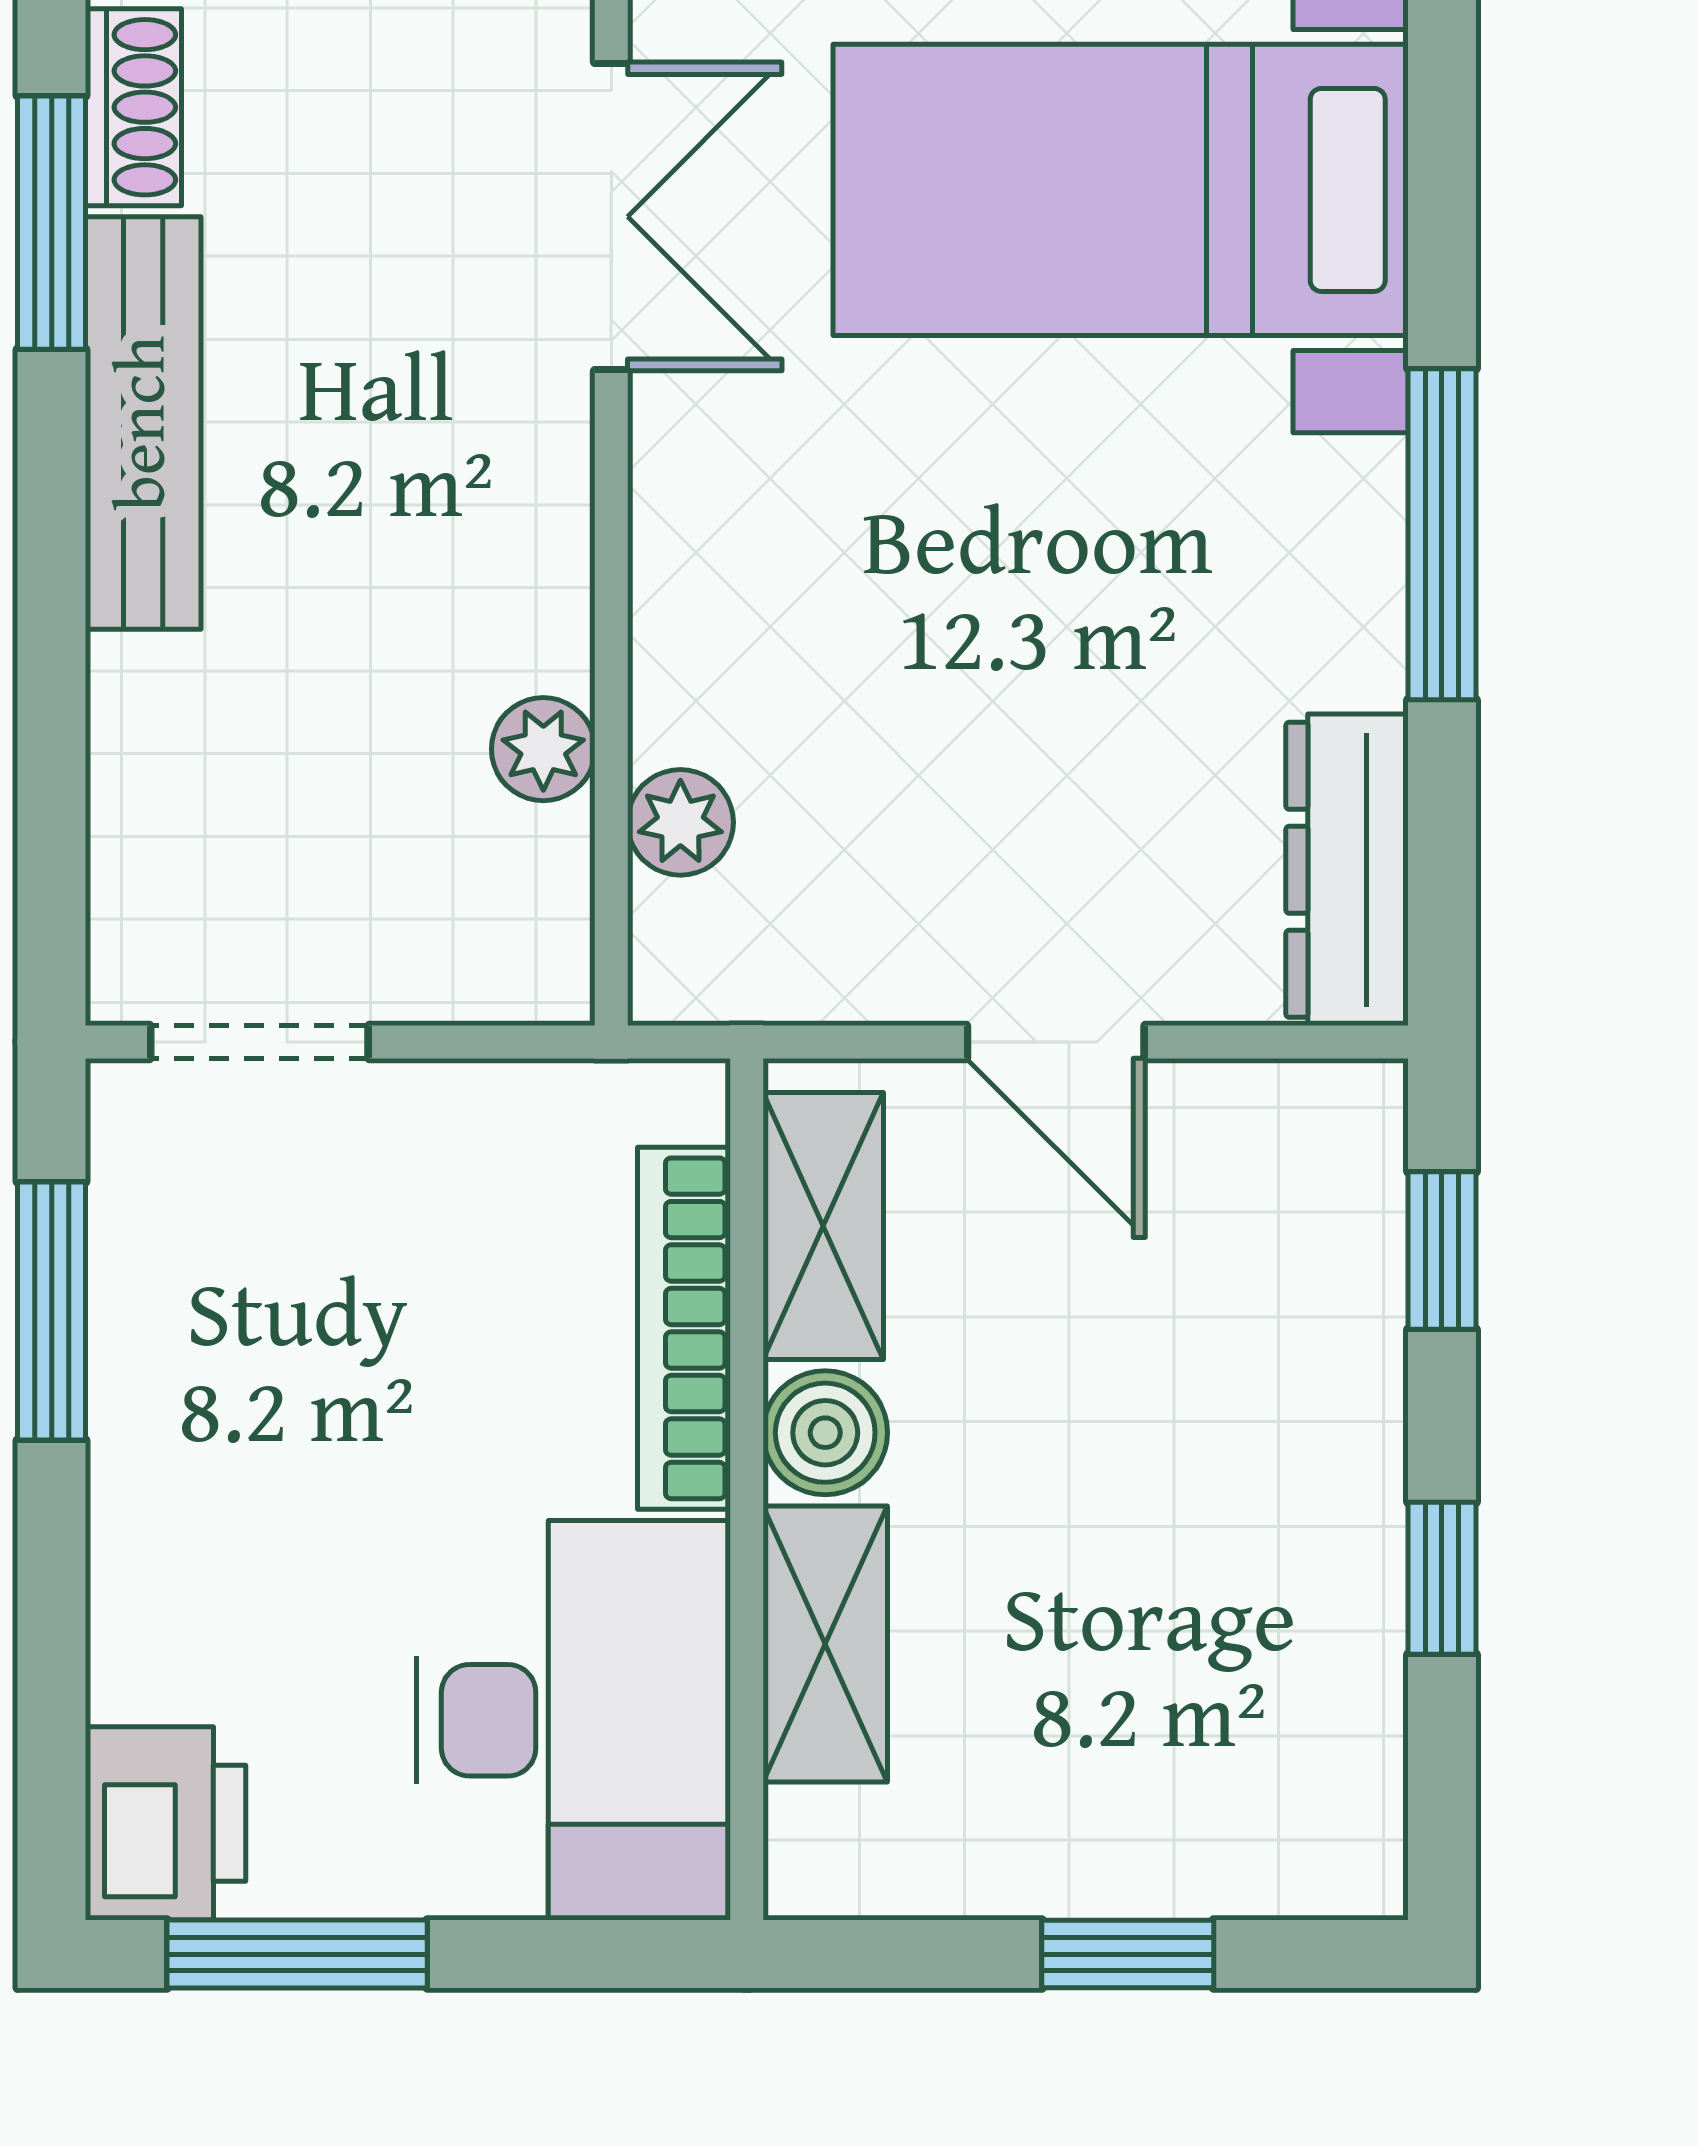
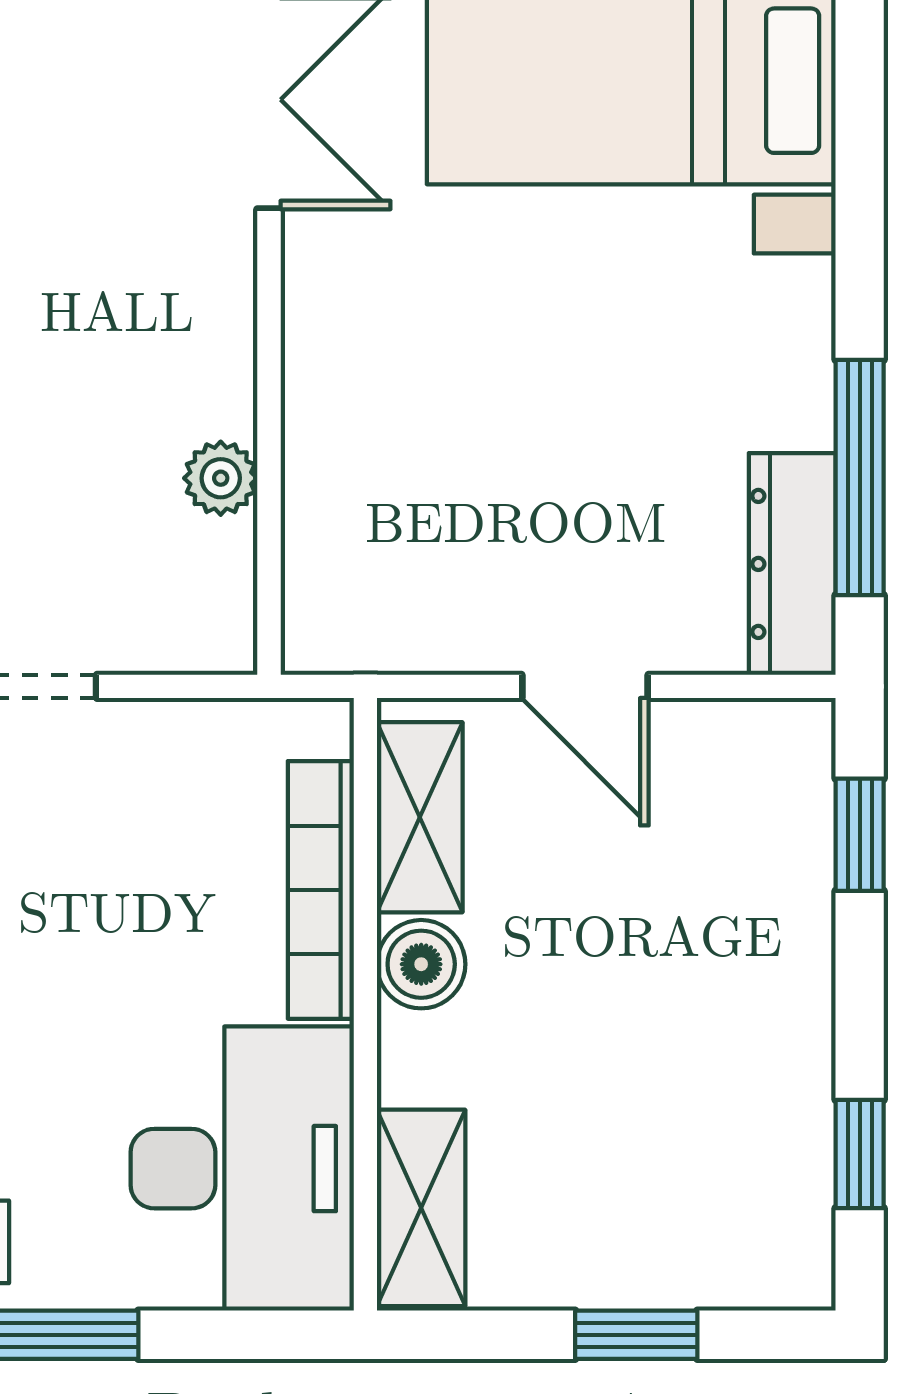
window: (1442, 534) -> (860, 477), moved
plant: (680, 822) -> (318, 530), removed
window: (1442, 1578) -> (860, 1154), moved
shelving: (825, 1644) -> (421, 1208), moved

